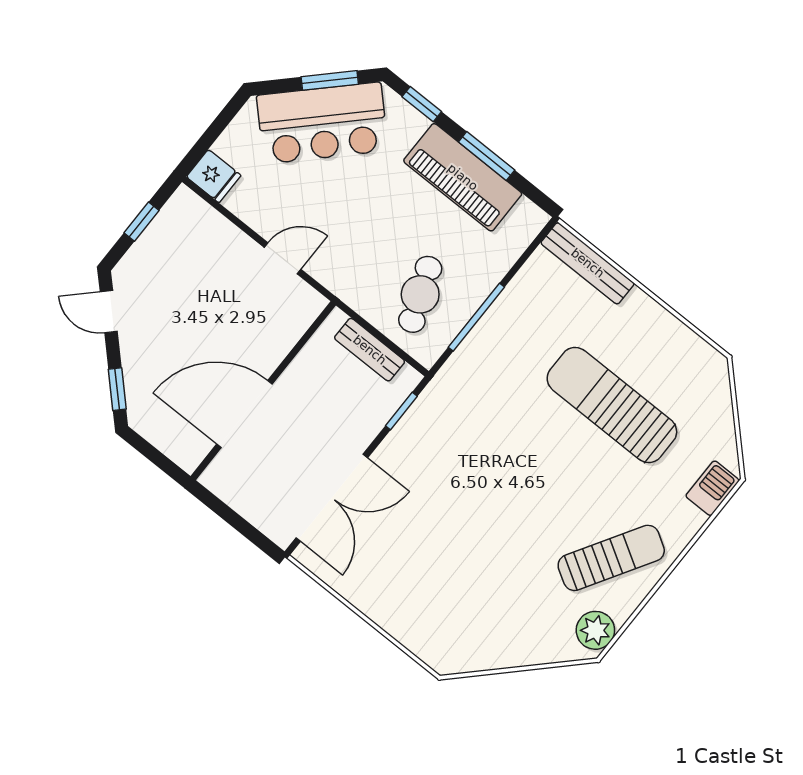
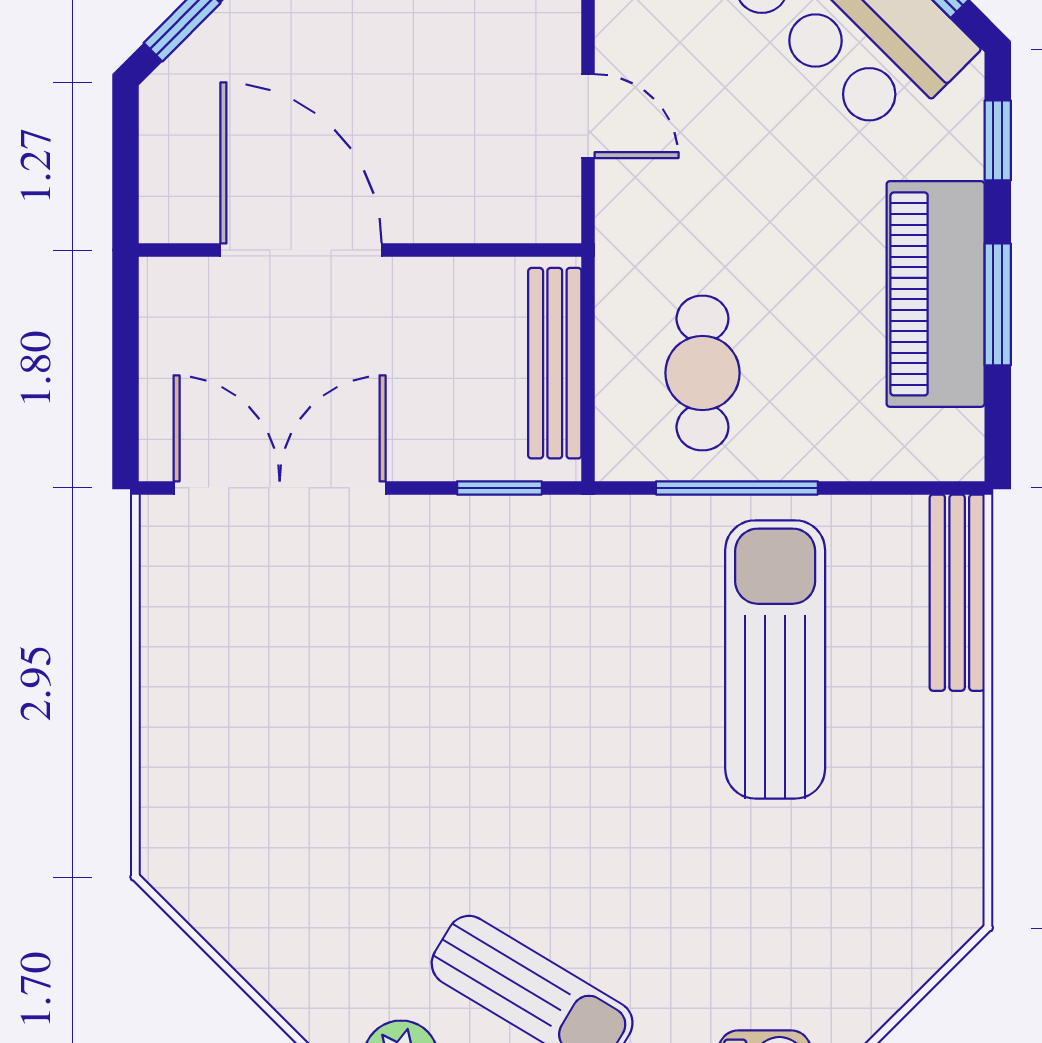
cafe table: (420, 294) -> (702, 373), turned -69
bench: (370, 350) -> (555, 363), width x1.36
sun lounger: (612, 405) -> (775, 659), moved
double door: (332, 498) -> (280, 488), swing flipped

